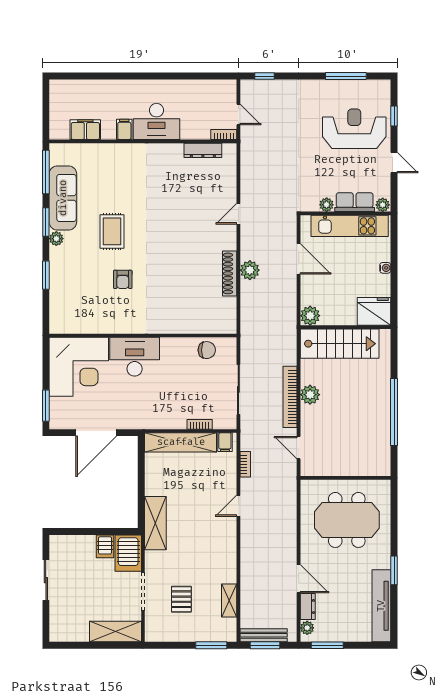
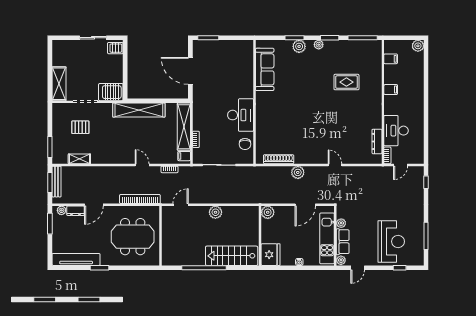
plant: (58, 88) -> (418, 46), added
desk: (157, 121) -> (396, 131), moved
filing cabinet: (85, 130) -> (391, 59), width x0.50
door: (394, 163) -> (358, 268), moved
sofa: (63, 198) -> (265, 69), moved, turned -90
rug: (112, 231) -> (346, 82), moved
plant: (59, 268) -> (299, 46), added
shoe rack: (230, 273) -> (279, 159), moved
armchair: (123, 279) -> (292, 89), removed
stairs: (340, 344) -> (232, 256), moved, turned 90
desk: (135, 357) -> (241, 115), moved
corner desk: (79, 367) -> (234, 59), removed
bookcase: (290, 397) -> (140, 199), moved
meeting table: (347, 520) -> (133, 237), turned 90
shelving: (155, 523) -> (139, 110), width x1.47
server rack: (105, 546) -> (115, 48), moved

